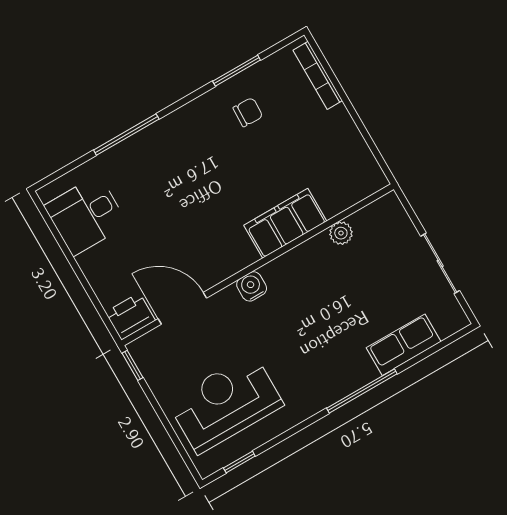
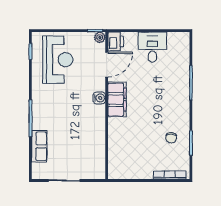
desk: (86, 215) -> (152, 47), moved
filing cabinet: (285, 223) -> (117, 100), moved
plant: (341, 233) -> (100, 37), moved

